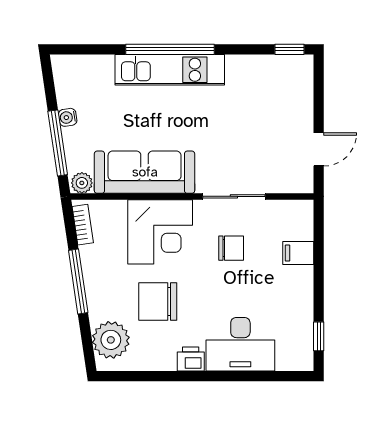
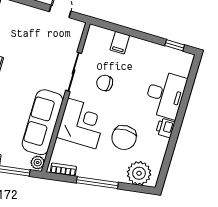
chair: (231, 248) -> (105, 83), turned -90

